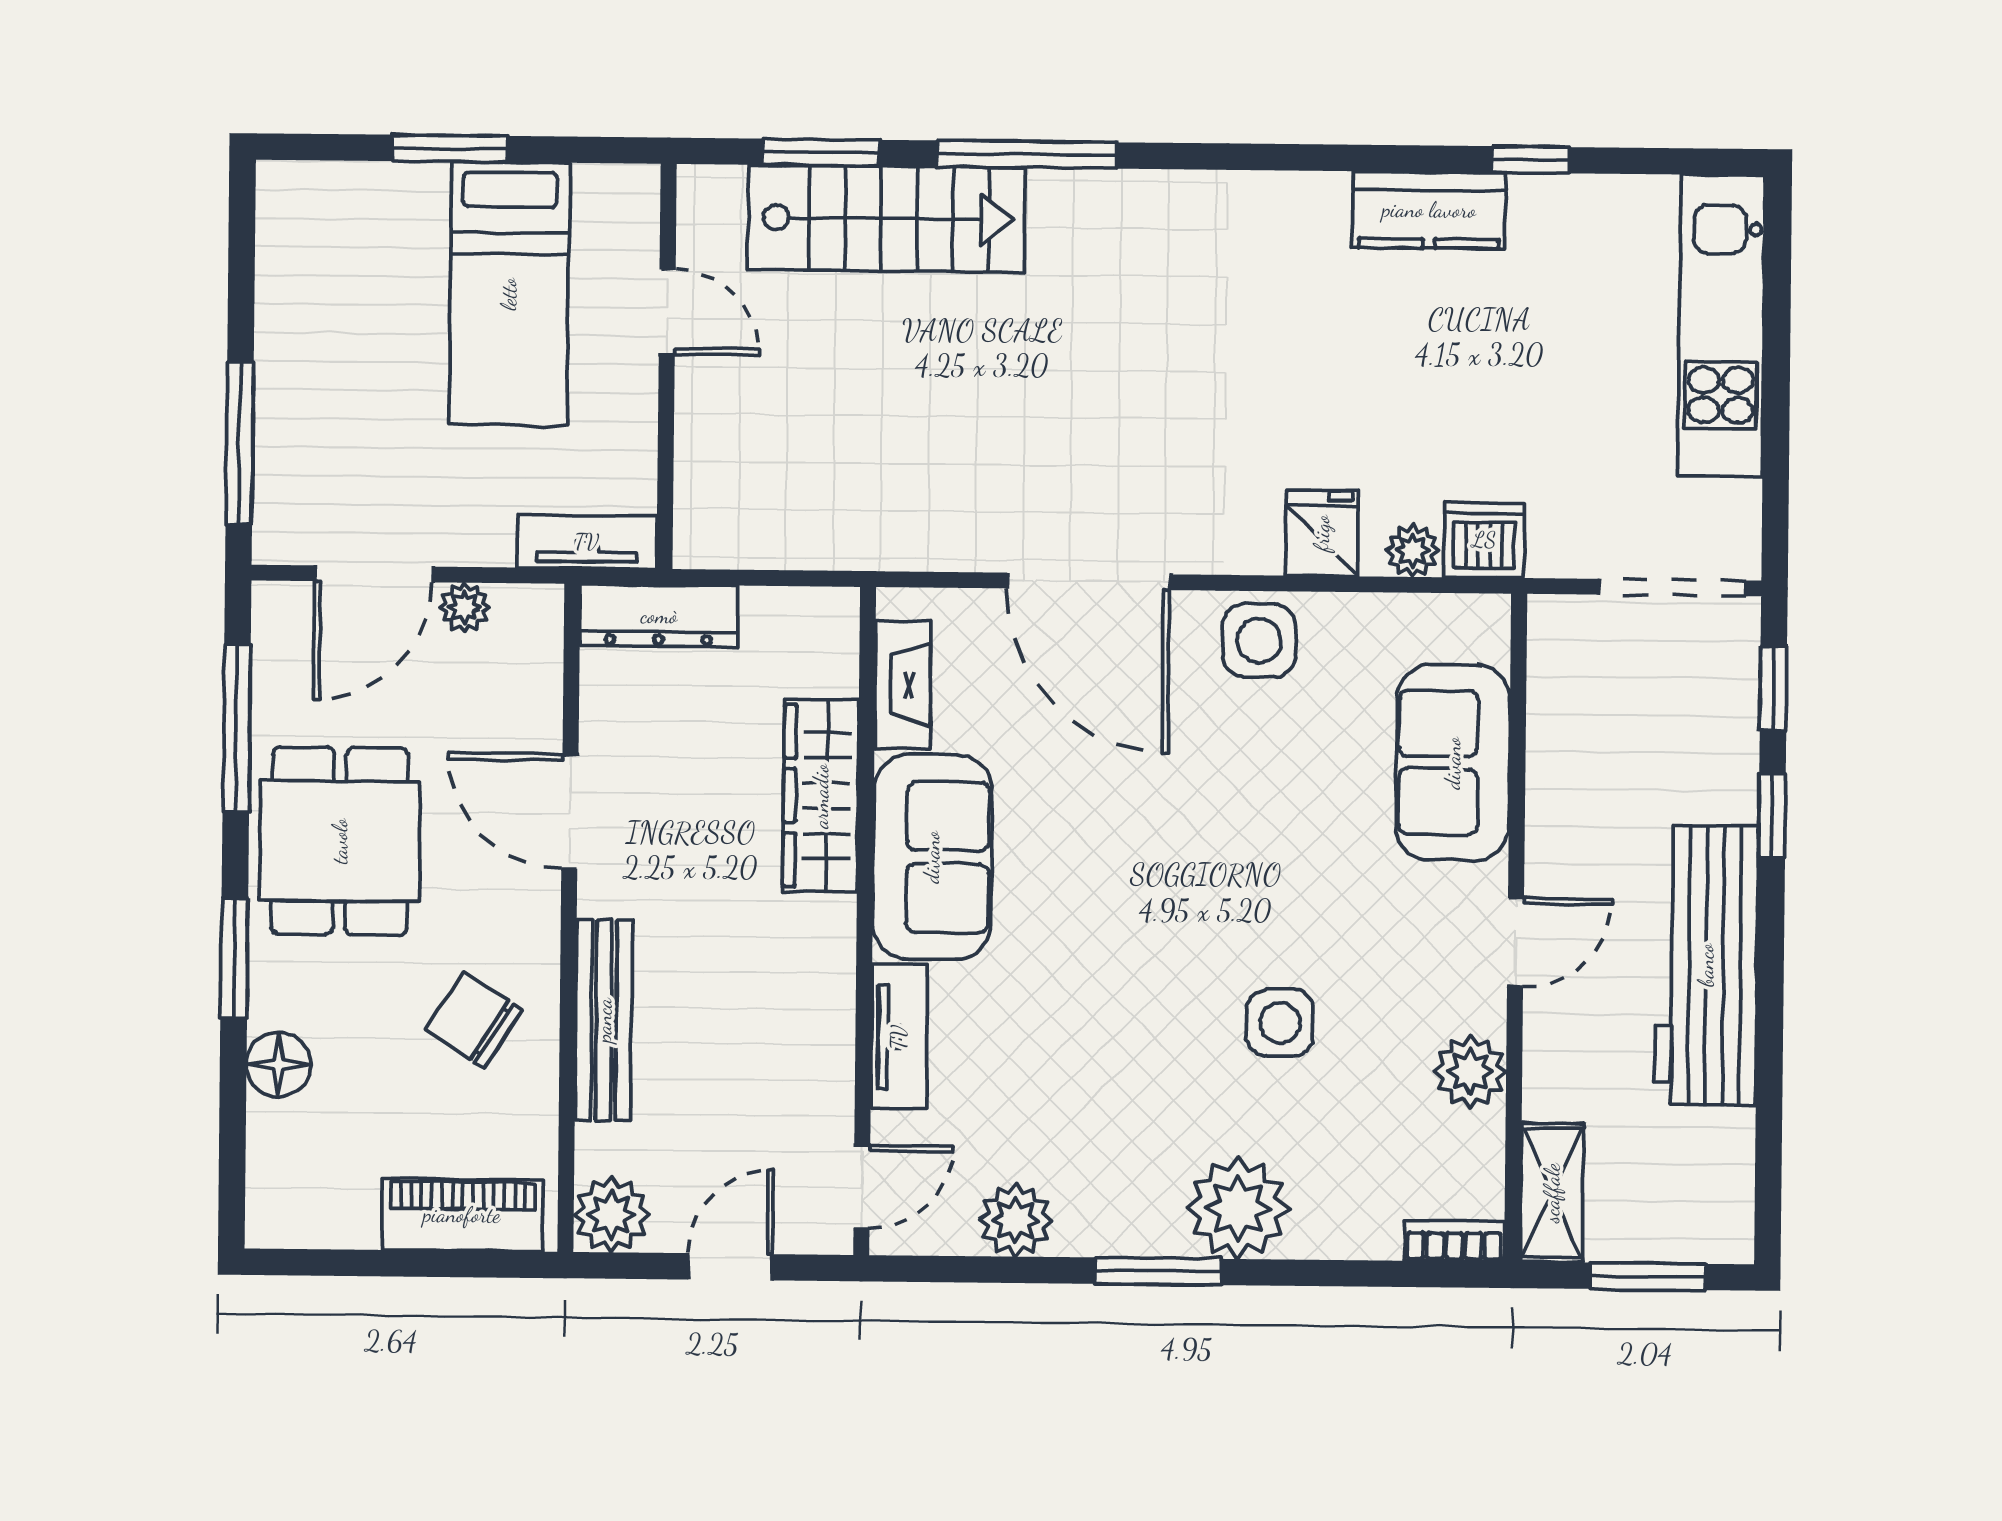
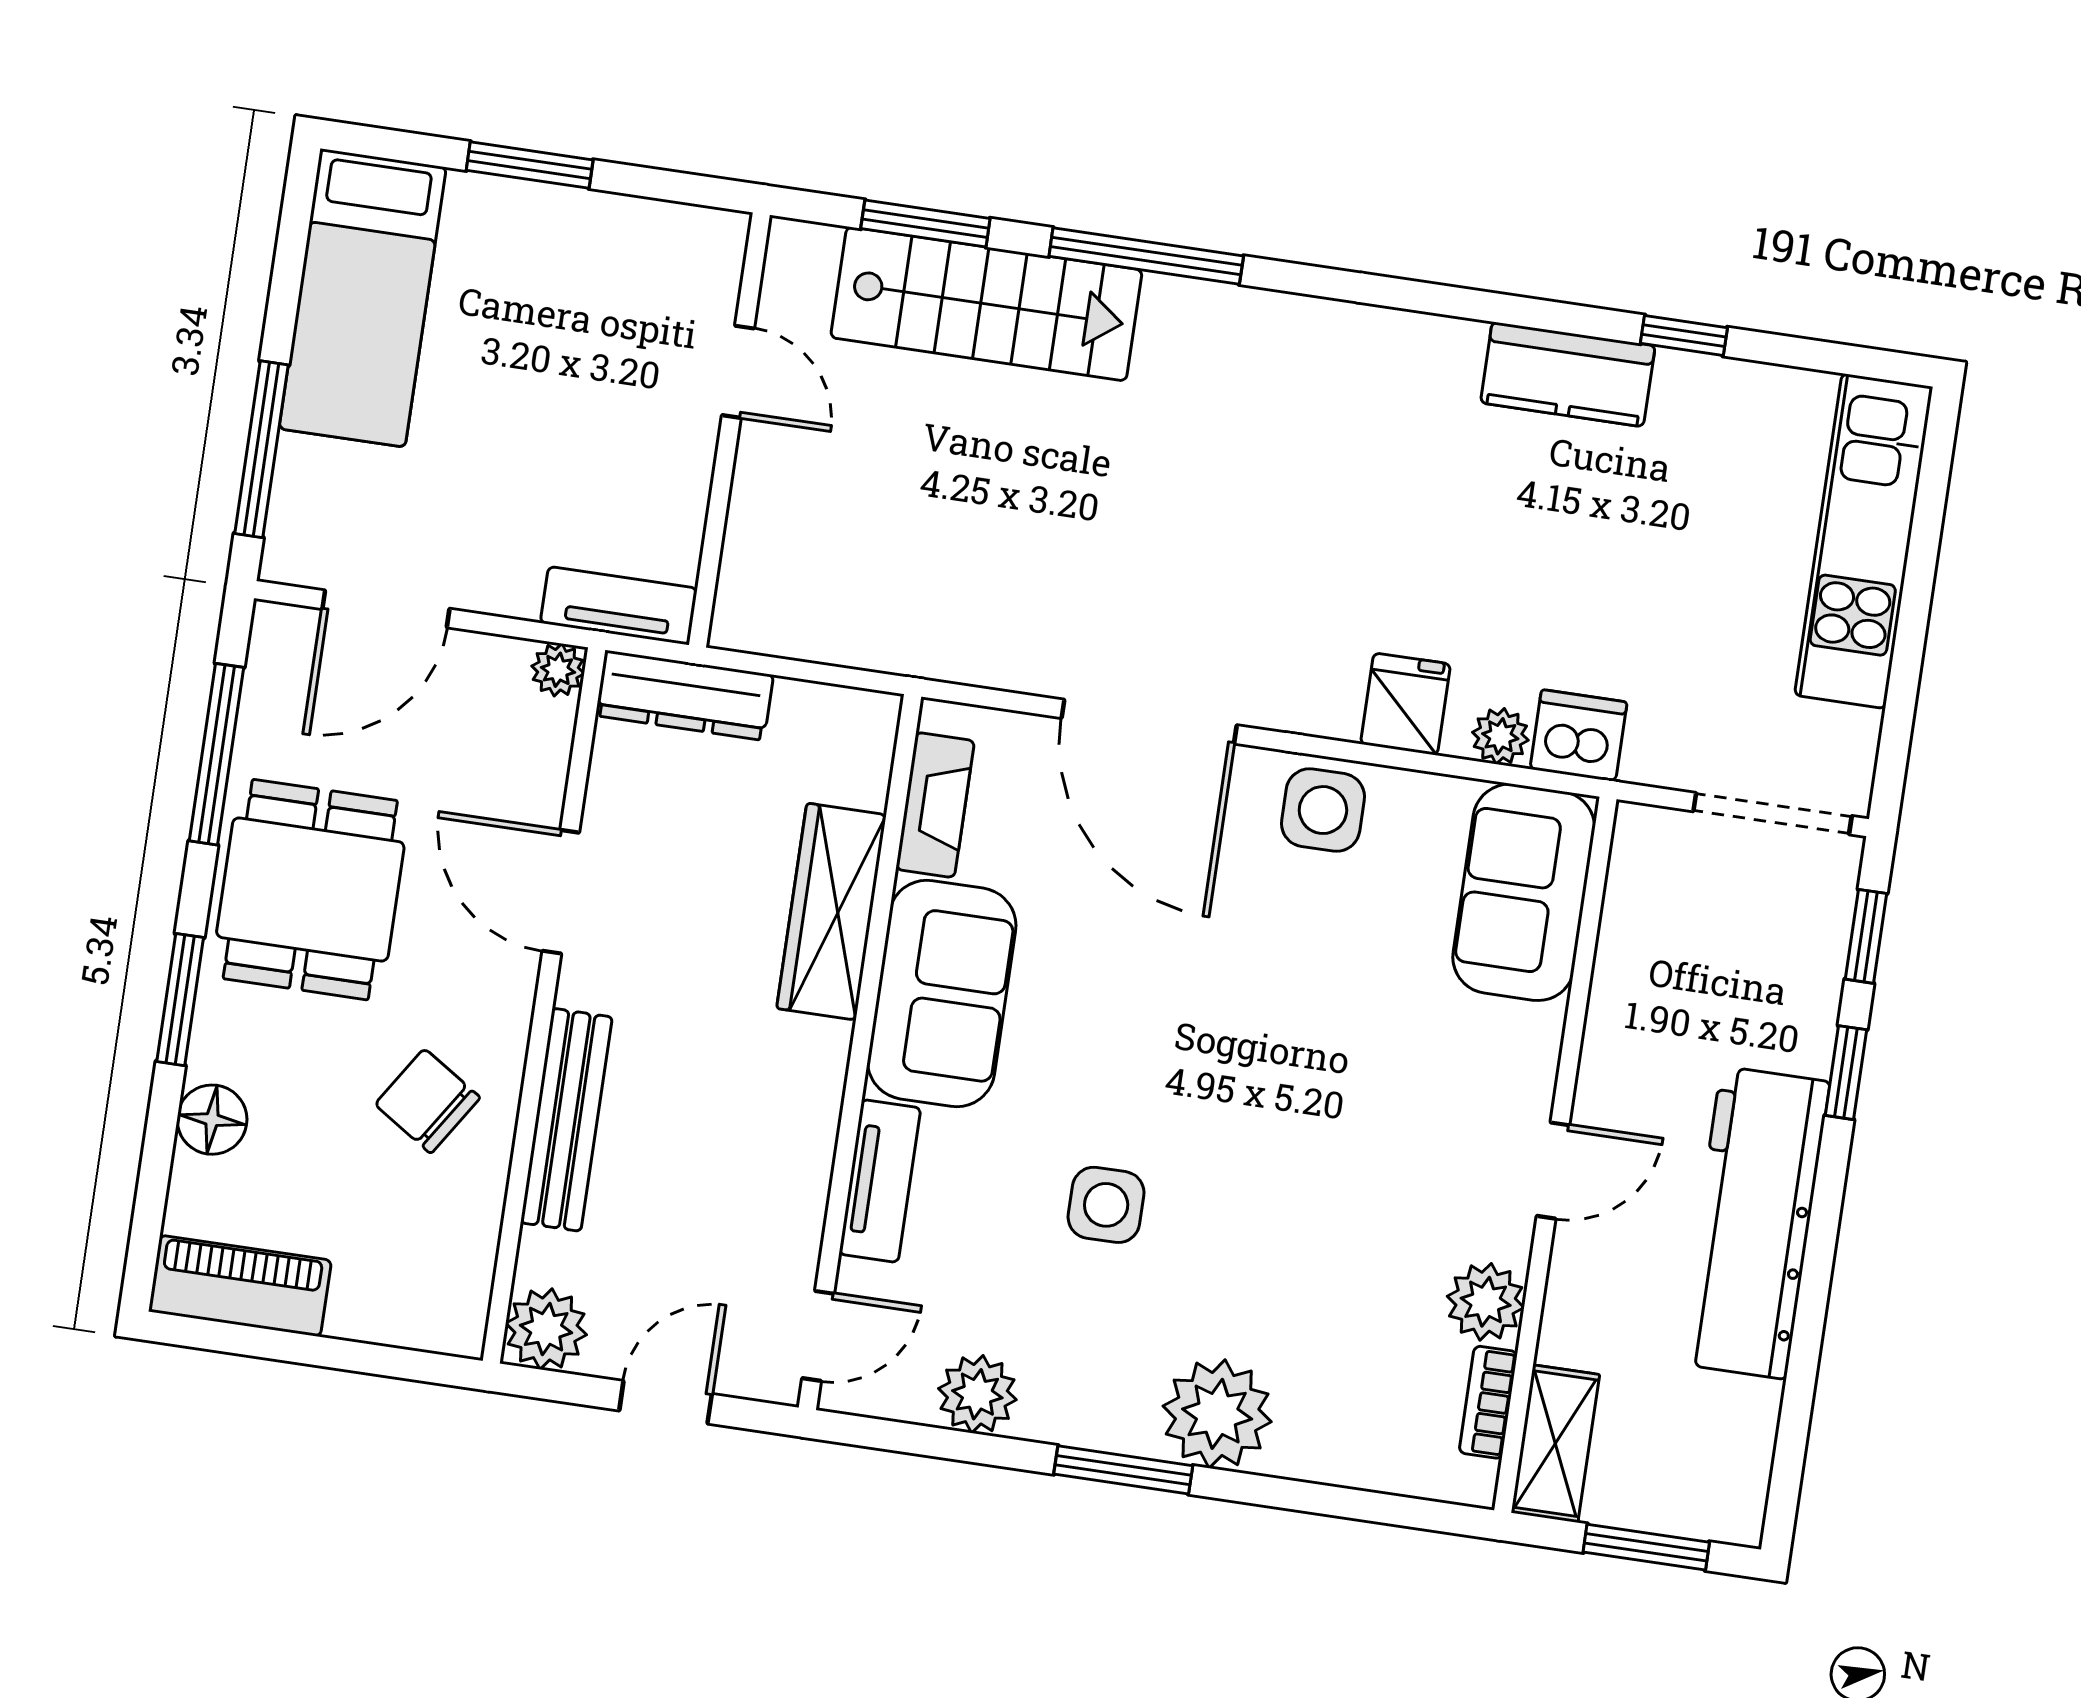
bed: (509, 294) -> (363, 298), moved
plant: (465, 607) -> (558, 670), moved
sofa: (1453, 763) -> (1524, 892), moved
side table: (1280, 1023) -> (1106, 1205), moved
piano: (462, 1215) -> (240, 1286), moved
bookcase: (1454, 1241) -> (1488, 1402), moved, turned -90

